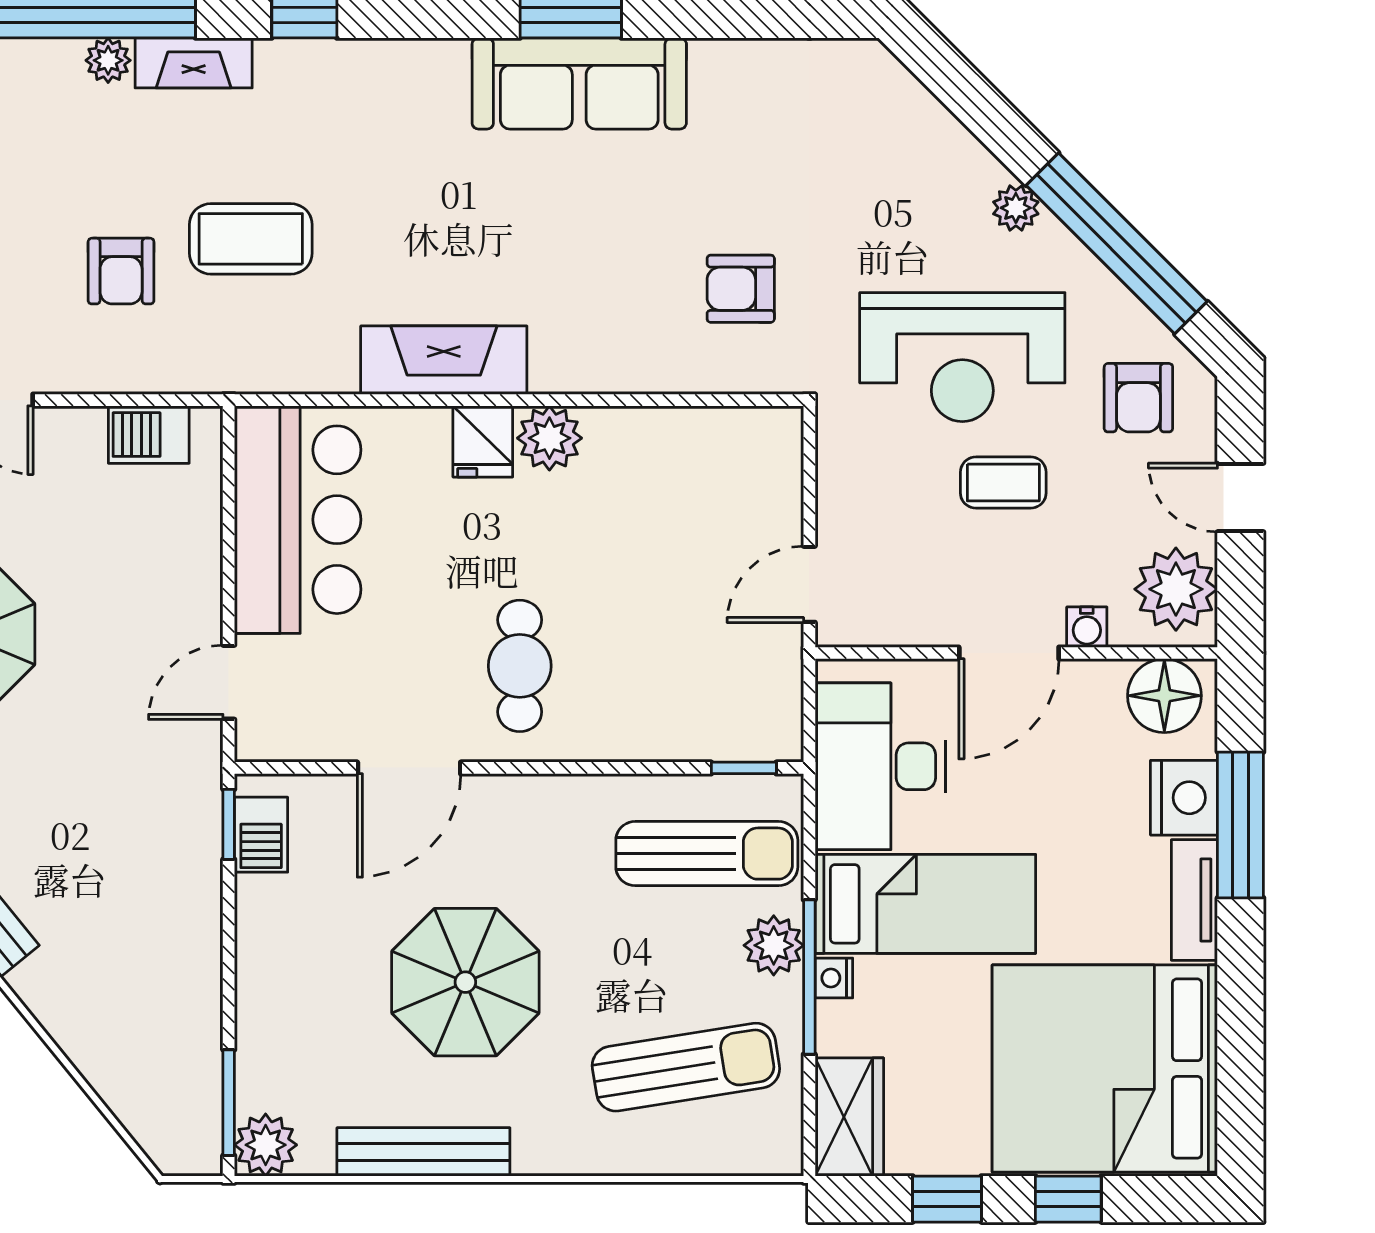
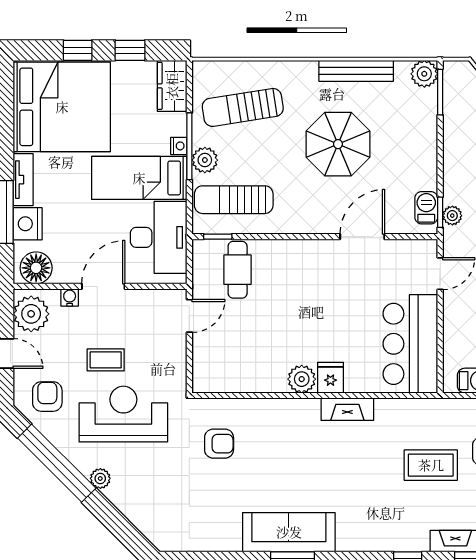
fireplace: (444, 360) -> (347, 409), width x0.73, depth x0.76
cafe table: (520, 666) -> (238, 270), moved
plant: (201, 817) -> (452, 216), added

